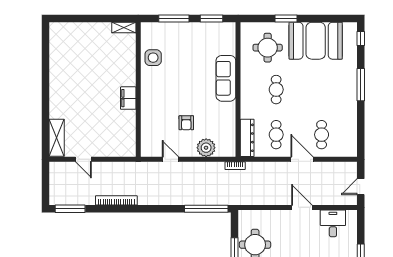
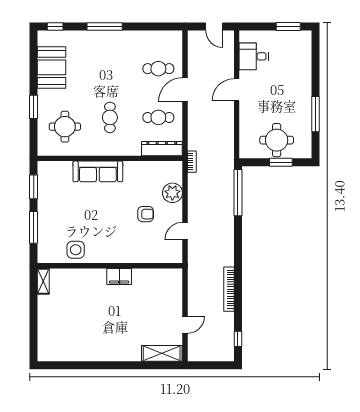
booth: (316, 41) -> (52, 67), width x0.73, depth x0.70
cafe table: (276, 90) -> (110, 117), turned 90
window: (70, 209) -> (238, 339), width x0.46

